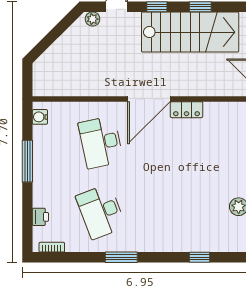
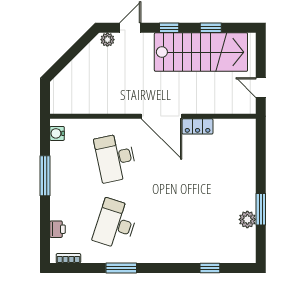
door: (149, 99) -> (161, 116), hinge flipped
desk: (101, 212) -> (115, 224), turned 39
window: (121, 257) -> (121, 268), moved

